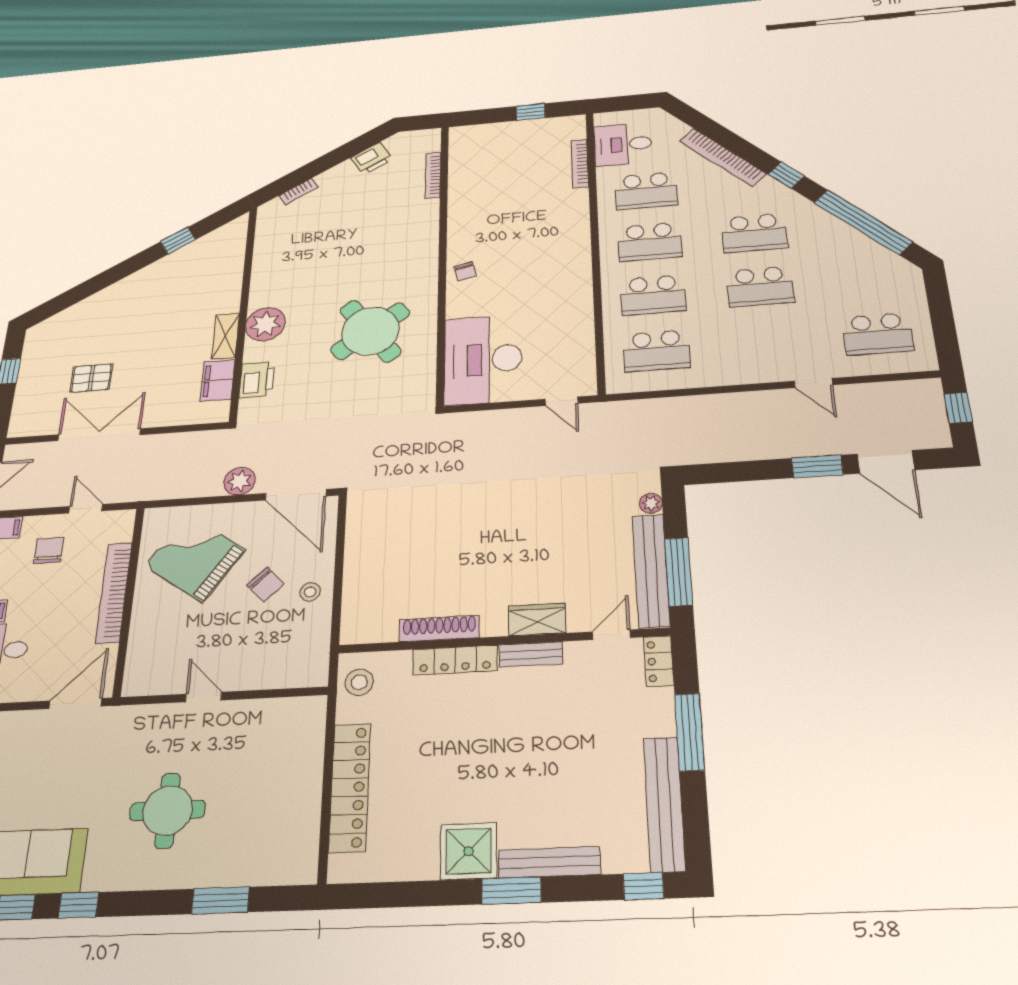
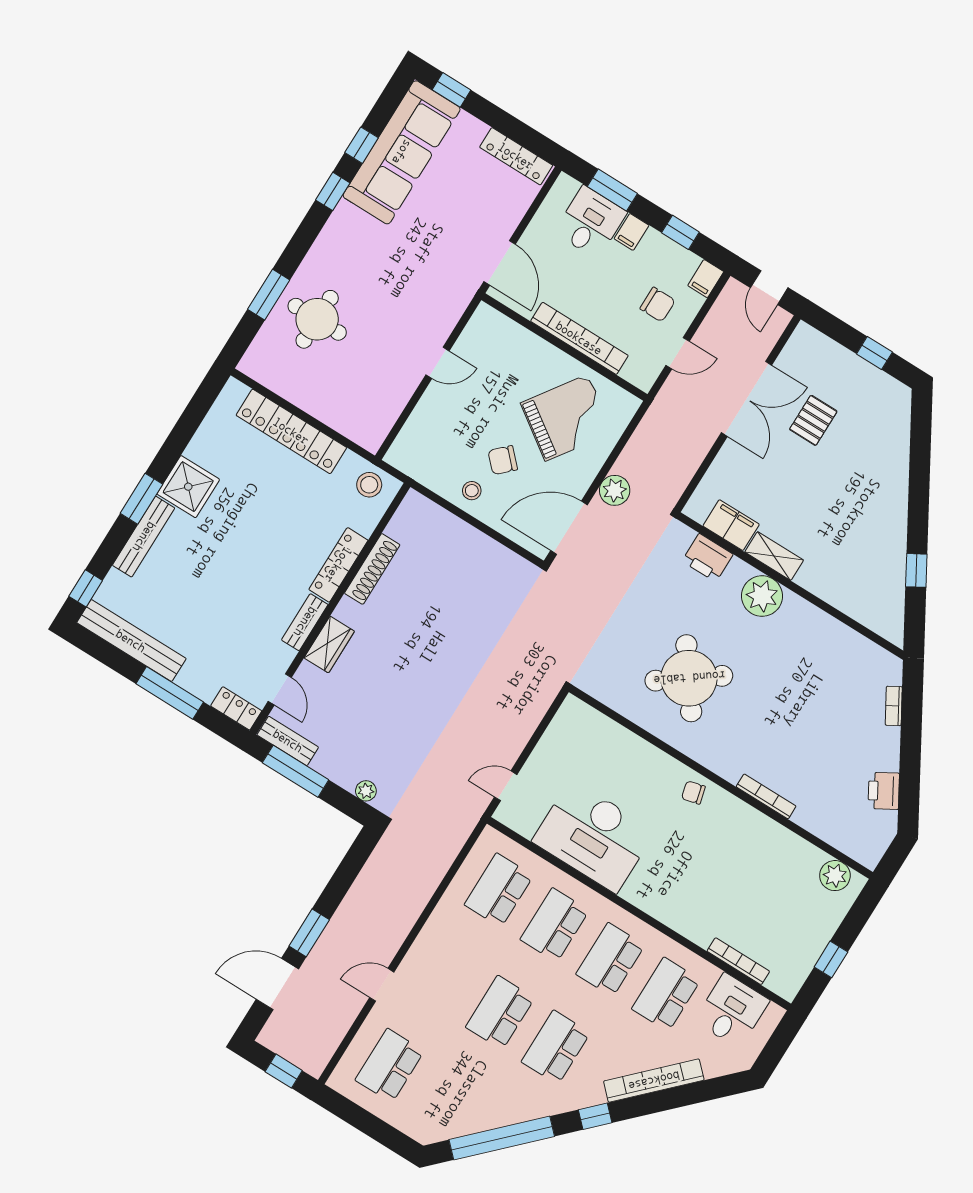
plant: (462, 148) -> (835, 876), added
bookcase: (433, 175) -> (766, 796), moved
desk: (483, 360) -> (594, 836), moved, turned 180
bench: (651, 570) -> (288, 741), width x0.54, depth x0.82
round table: (168, 811) -> (317, 319), moved

